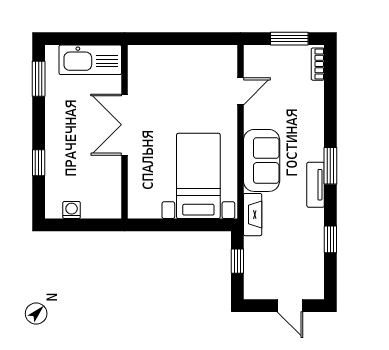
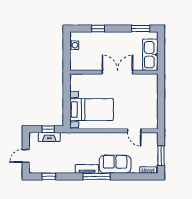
sofa: (262, 160) -> (115, 164), moved, turned 180
window: (330, 166) -> (97, 176), width x1.44
fireplace: (253, 215) -> (49, 137), moved
window: (330, 239) -> (49, 176), moved

